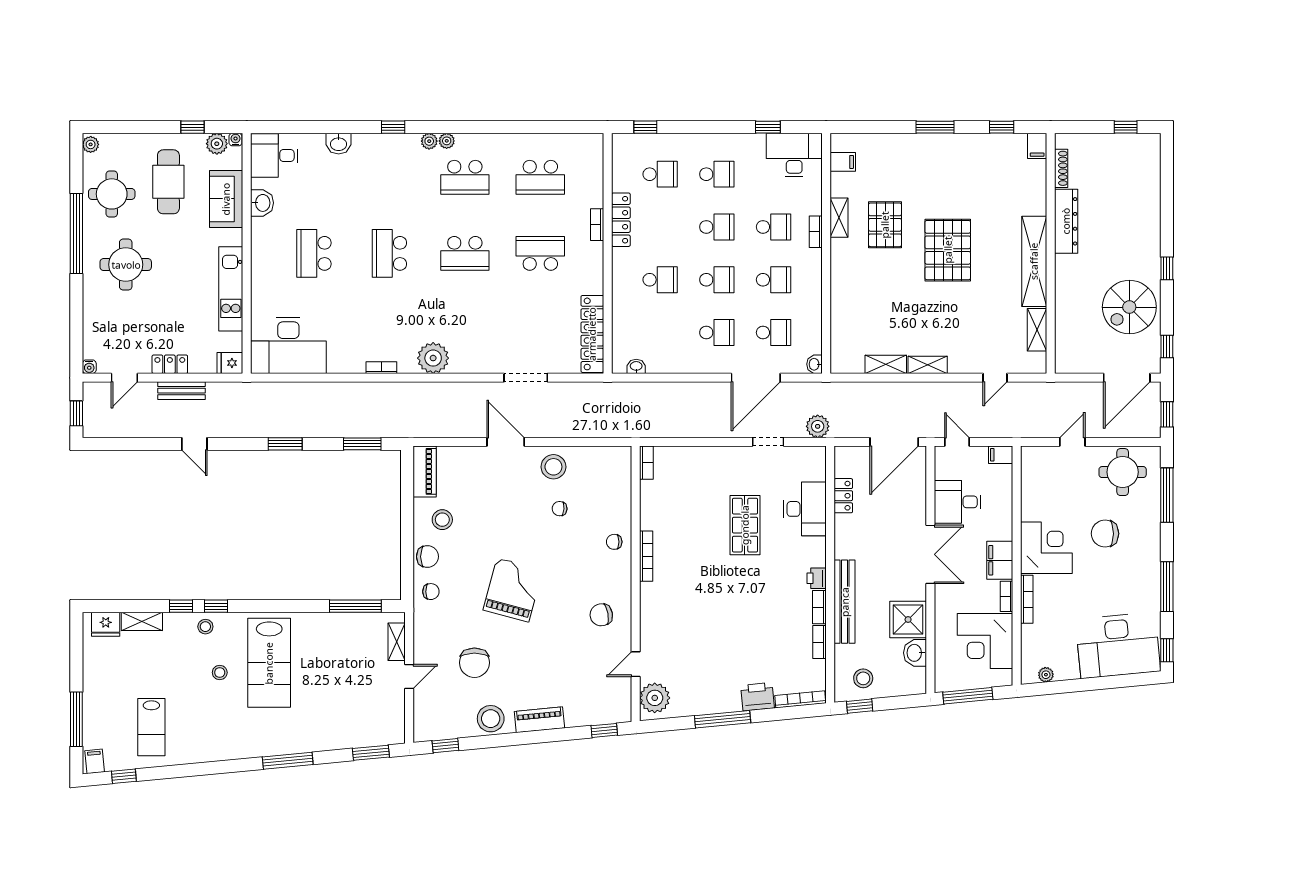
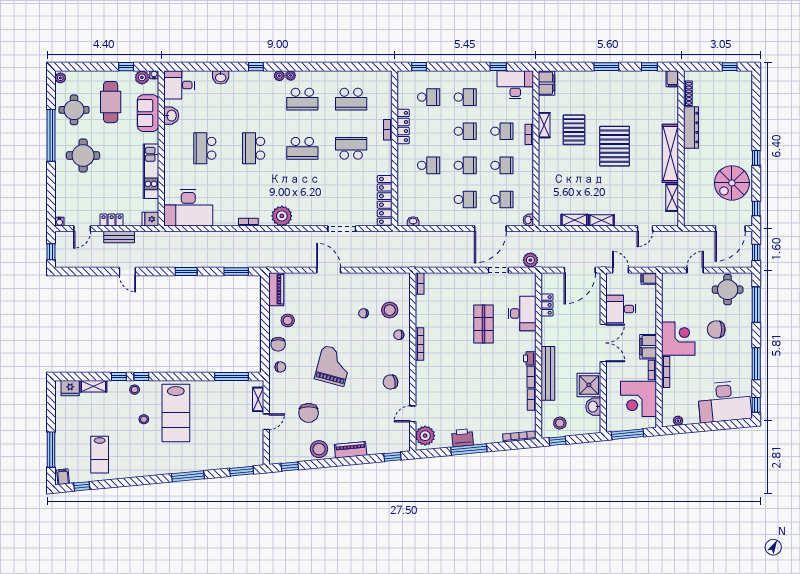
filing cabinet: (843, 162) -> (547, 83), width x2.00
stool: (553, 467) -> (390, 310), moved
chair: (427, 557) -> (278, 344), turned 90
printer: (758, 697) -> (463, 438), moved

